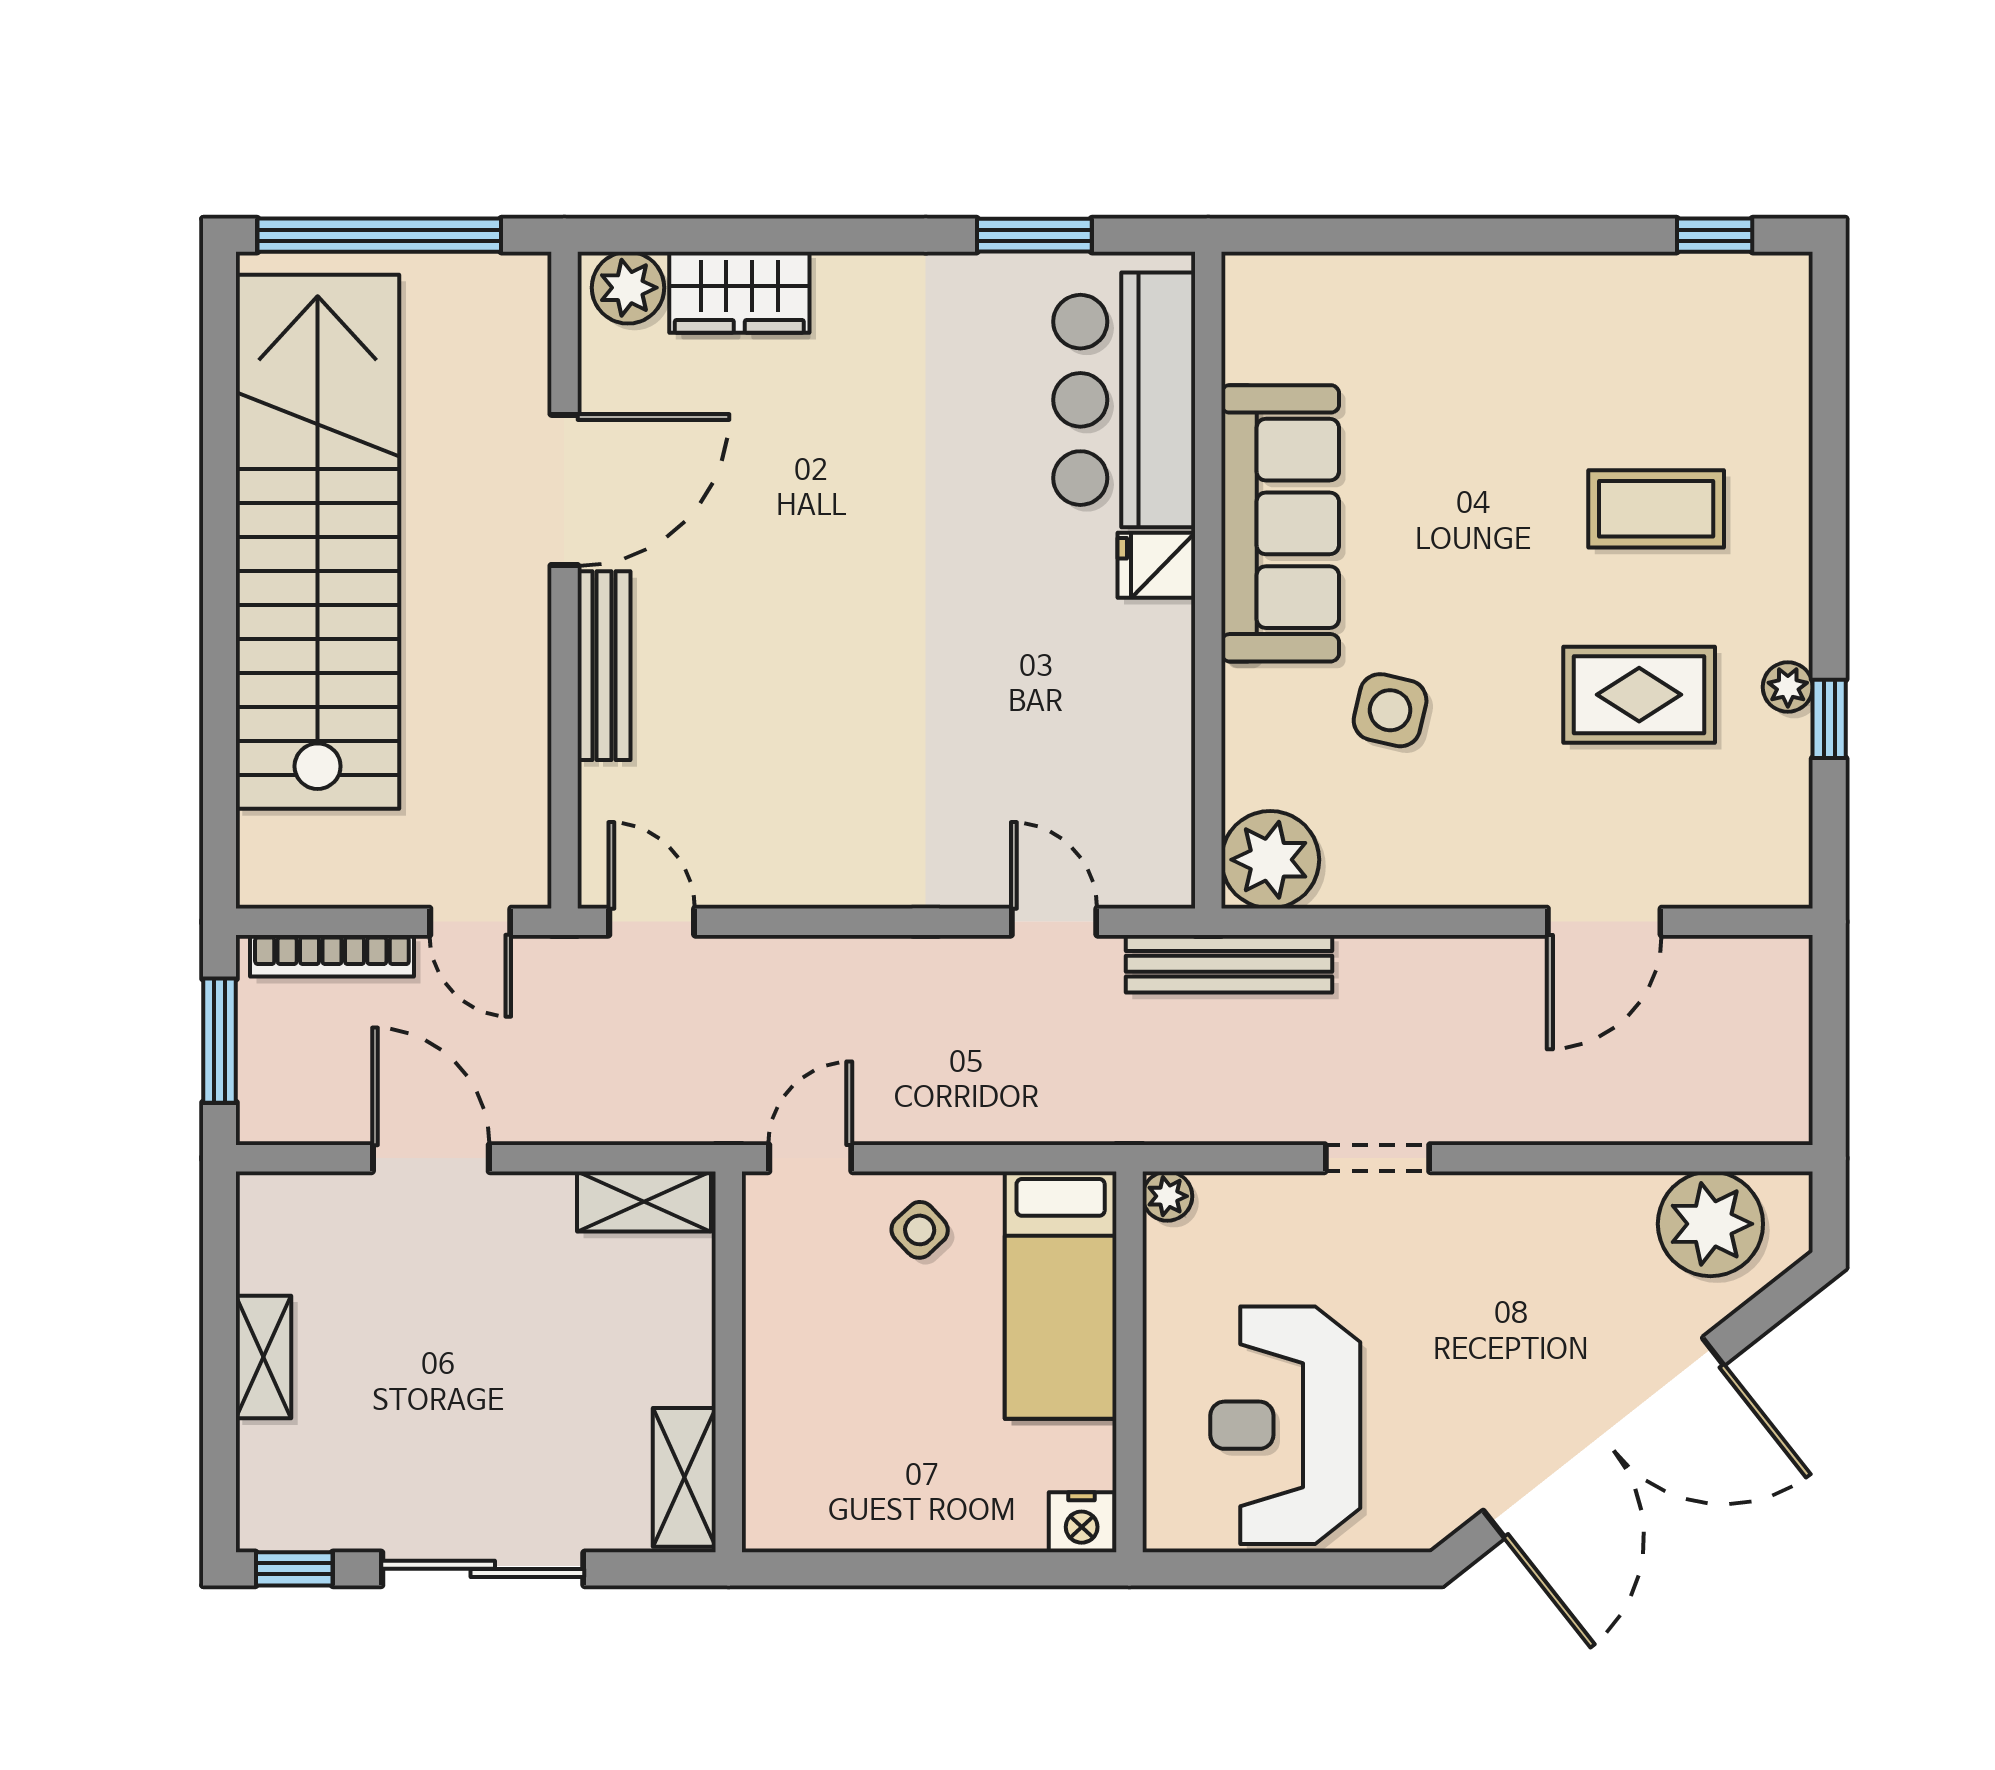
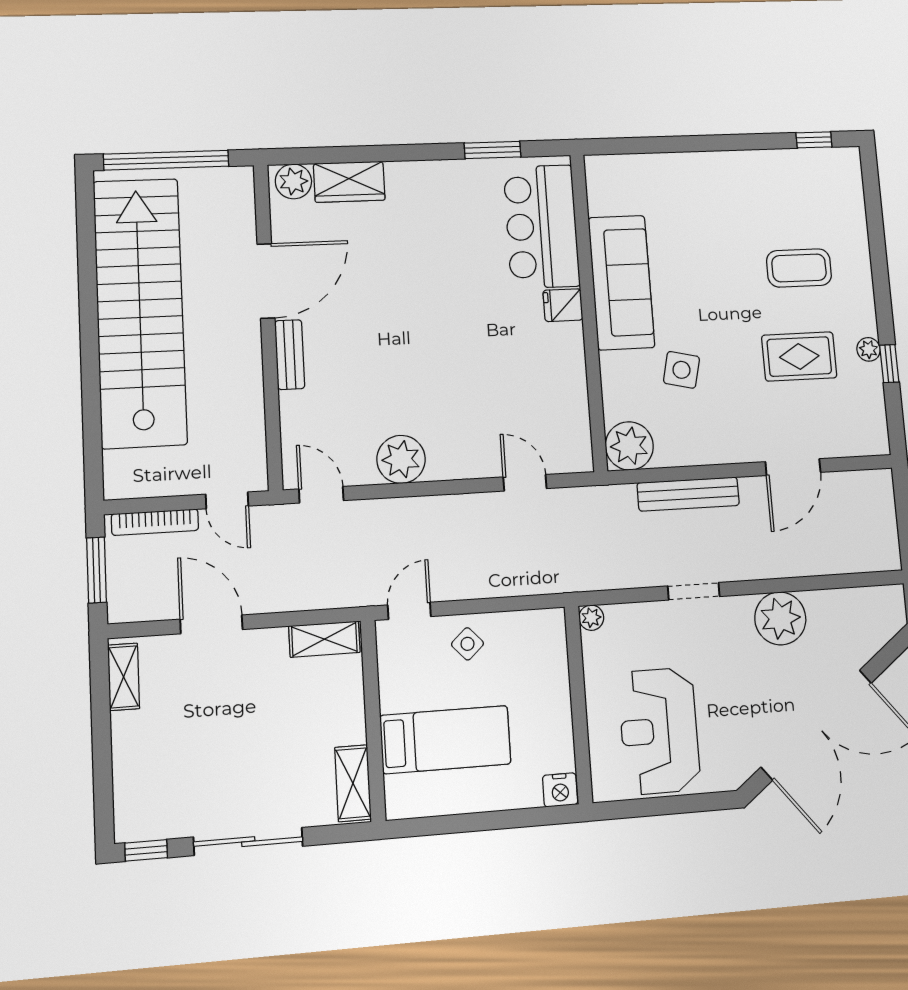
bench: (604, 666) -> (290, 355), width x0.73
plant: (811, 861) -> (401, 459), added
bench: (1229, 964) -> (688, 494), moved
plant: (1710, 1224) -> (780, 618), moved
bed: (1061, 1295) -> (445, 740), moved, turned -90
shelving: (264, 1357) -> (124, 677), moved

